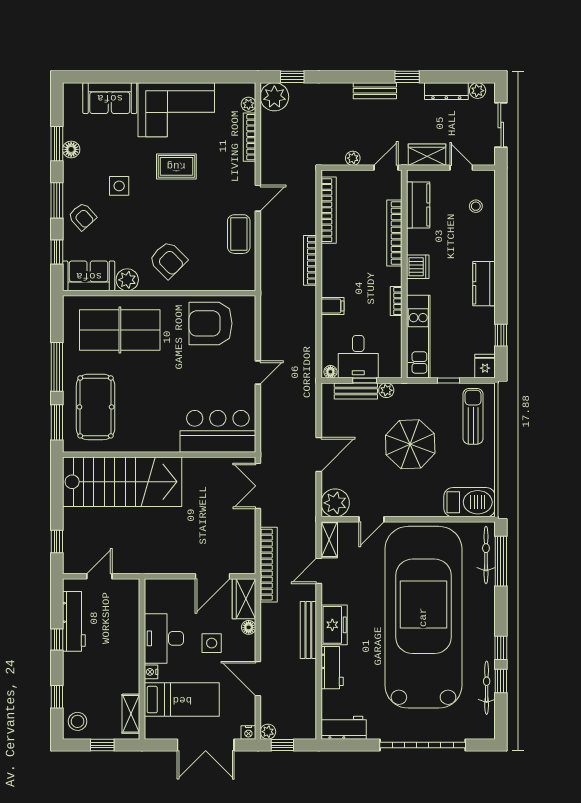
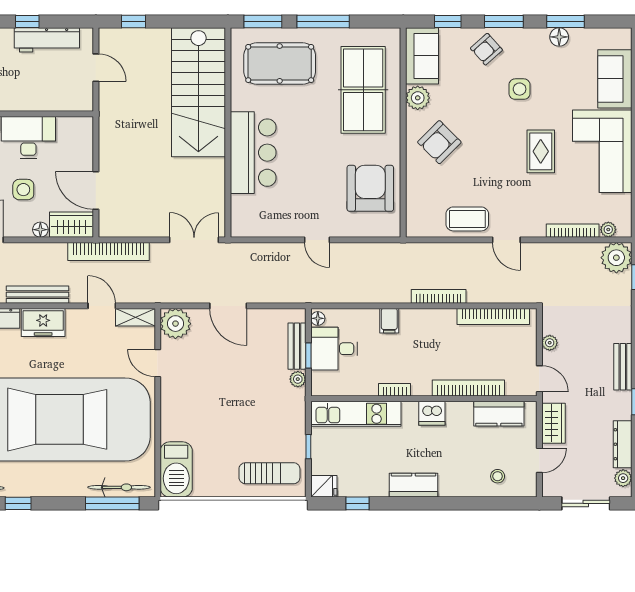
bar counter: (218, 431) -> (253, 153), moved
parasol: (410, 444) -> (239, 405), removed

